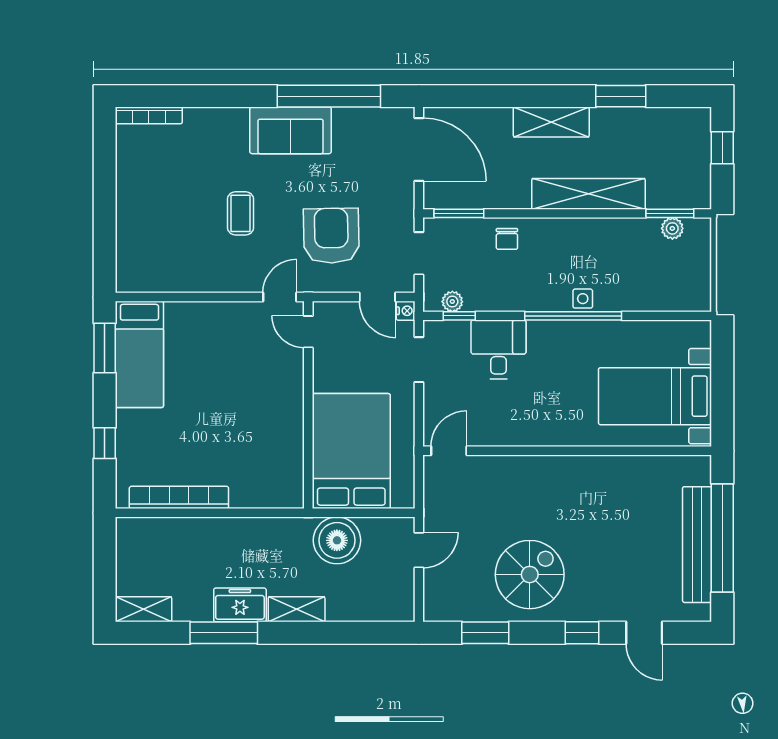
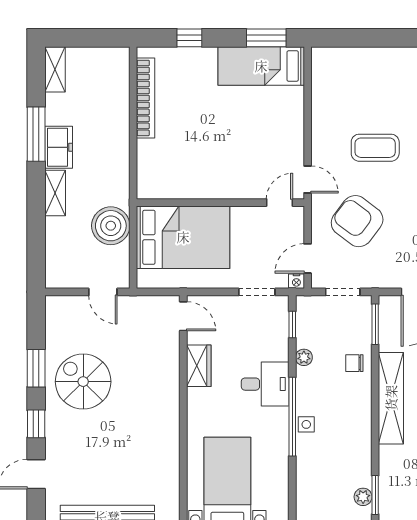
shelving: (588, 194) -> (391, 398), moved
coffee table: (240, 213) -> (375, 148), width x1.36, depth x1.30
armchair: (331, 236) -> (357, 221), turned -142
plant: (452, 302) -> (304, 357), moved
desk: (499, 349) -> (265, 384), moved
wardrobe: (510, 432) -> (199, 366), added
spiral stairs: (530, 575) -> (83, 382), turned 180
window: (485, 633) -> (36, 368), moved

